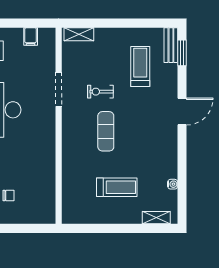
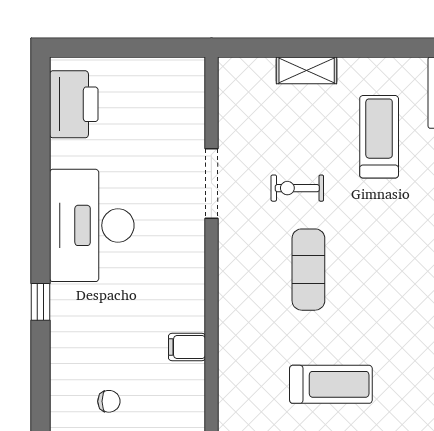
shelving: (79, 34) -> (307, 70), moved
filing cabinet: (31, 37) -> (187, 347), moved, turned 90

